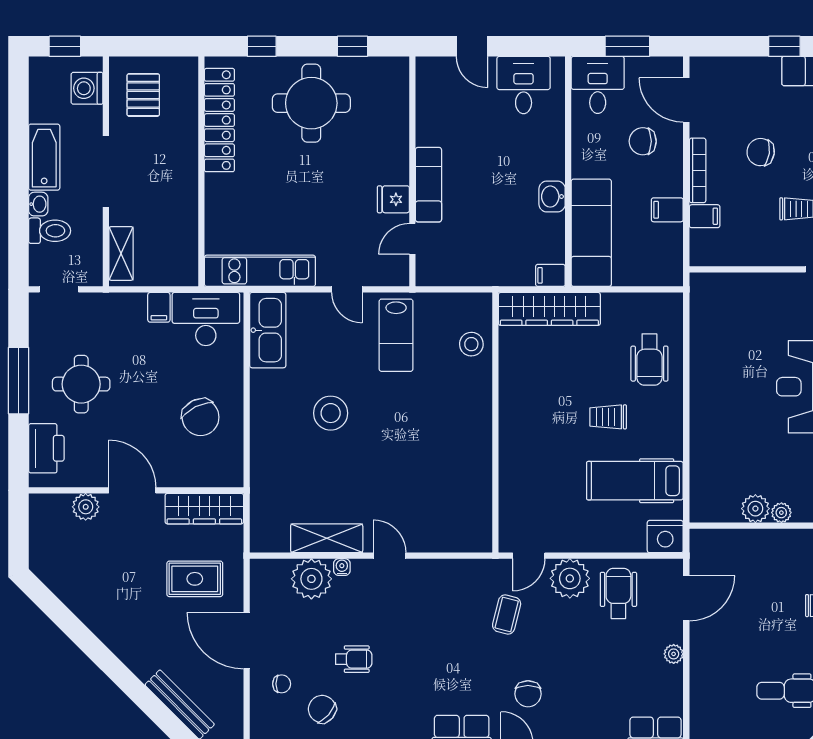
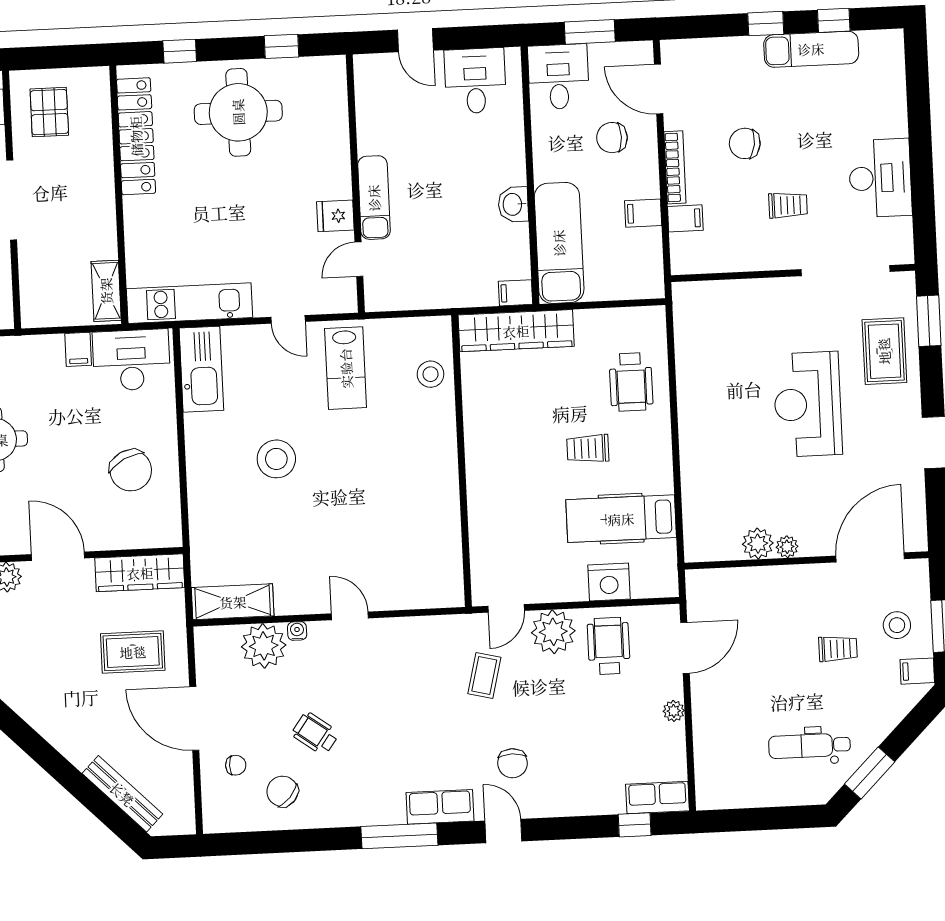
shelving: (121, 253) -> (106, 291), moved
nightstand: (665, 537) -> (609, 582), moved
shelving: (327, 538) -> (233, 602), moved
wheelchair: (354, 659) -> (315, 734), turned -144

